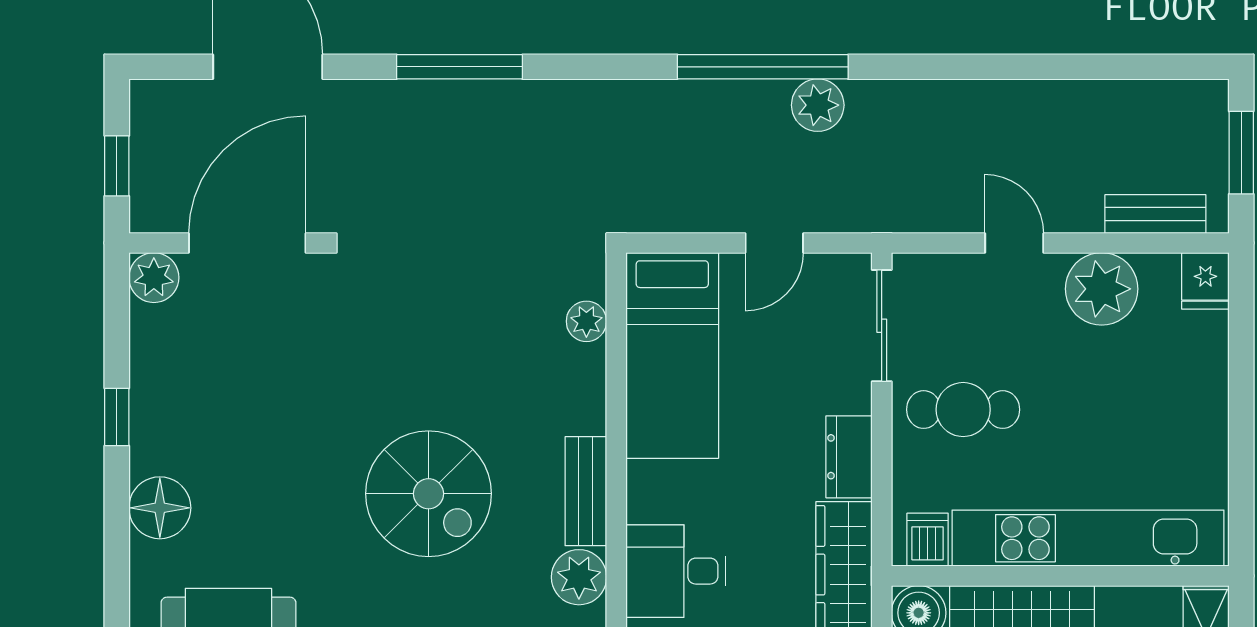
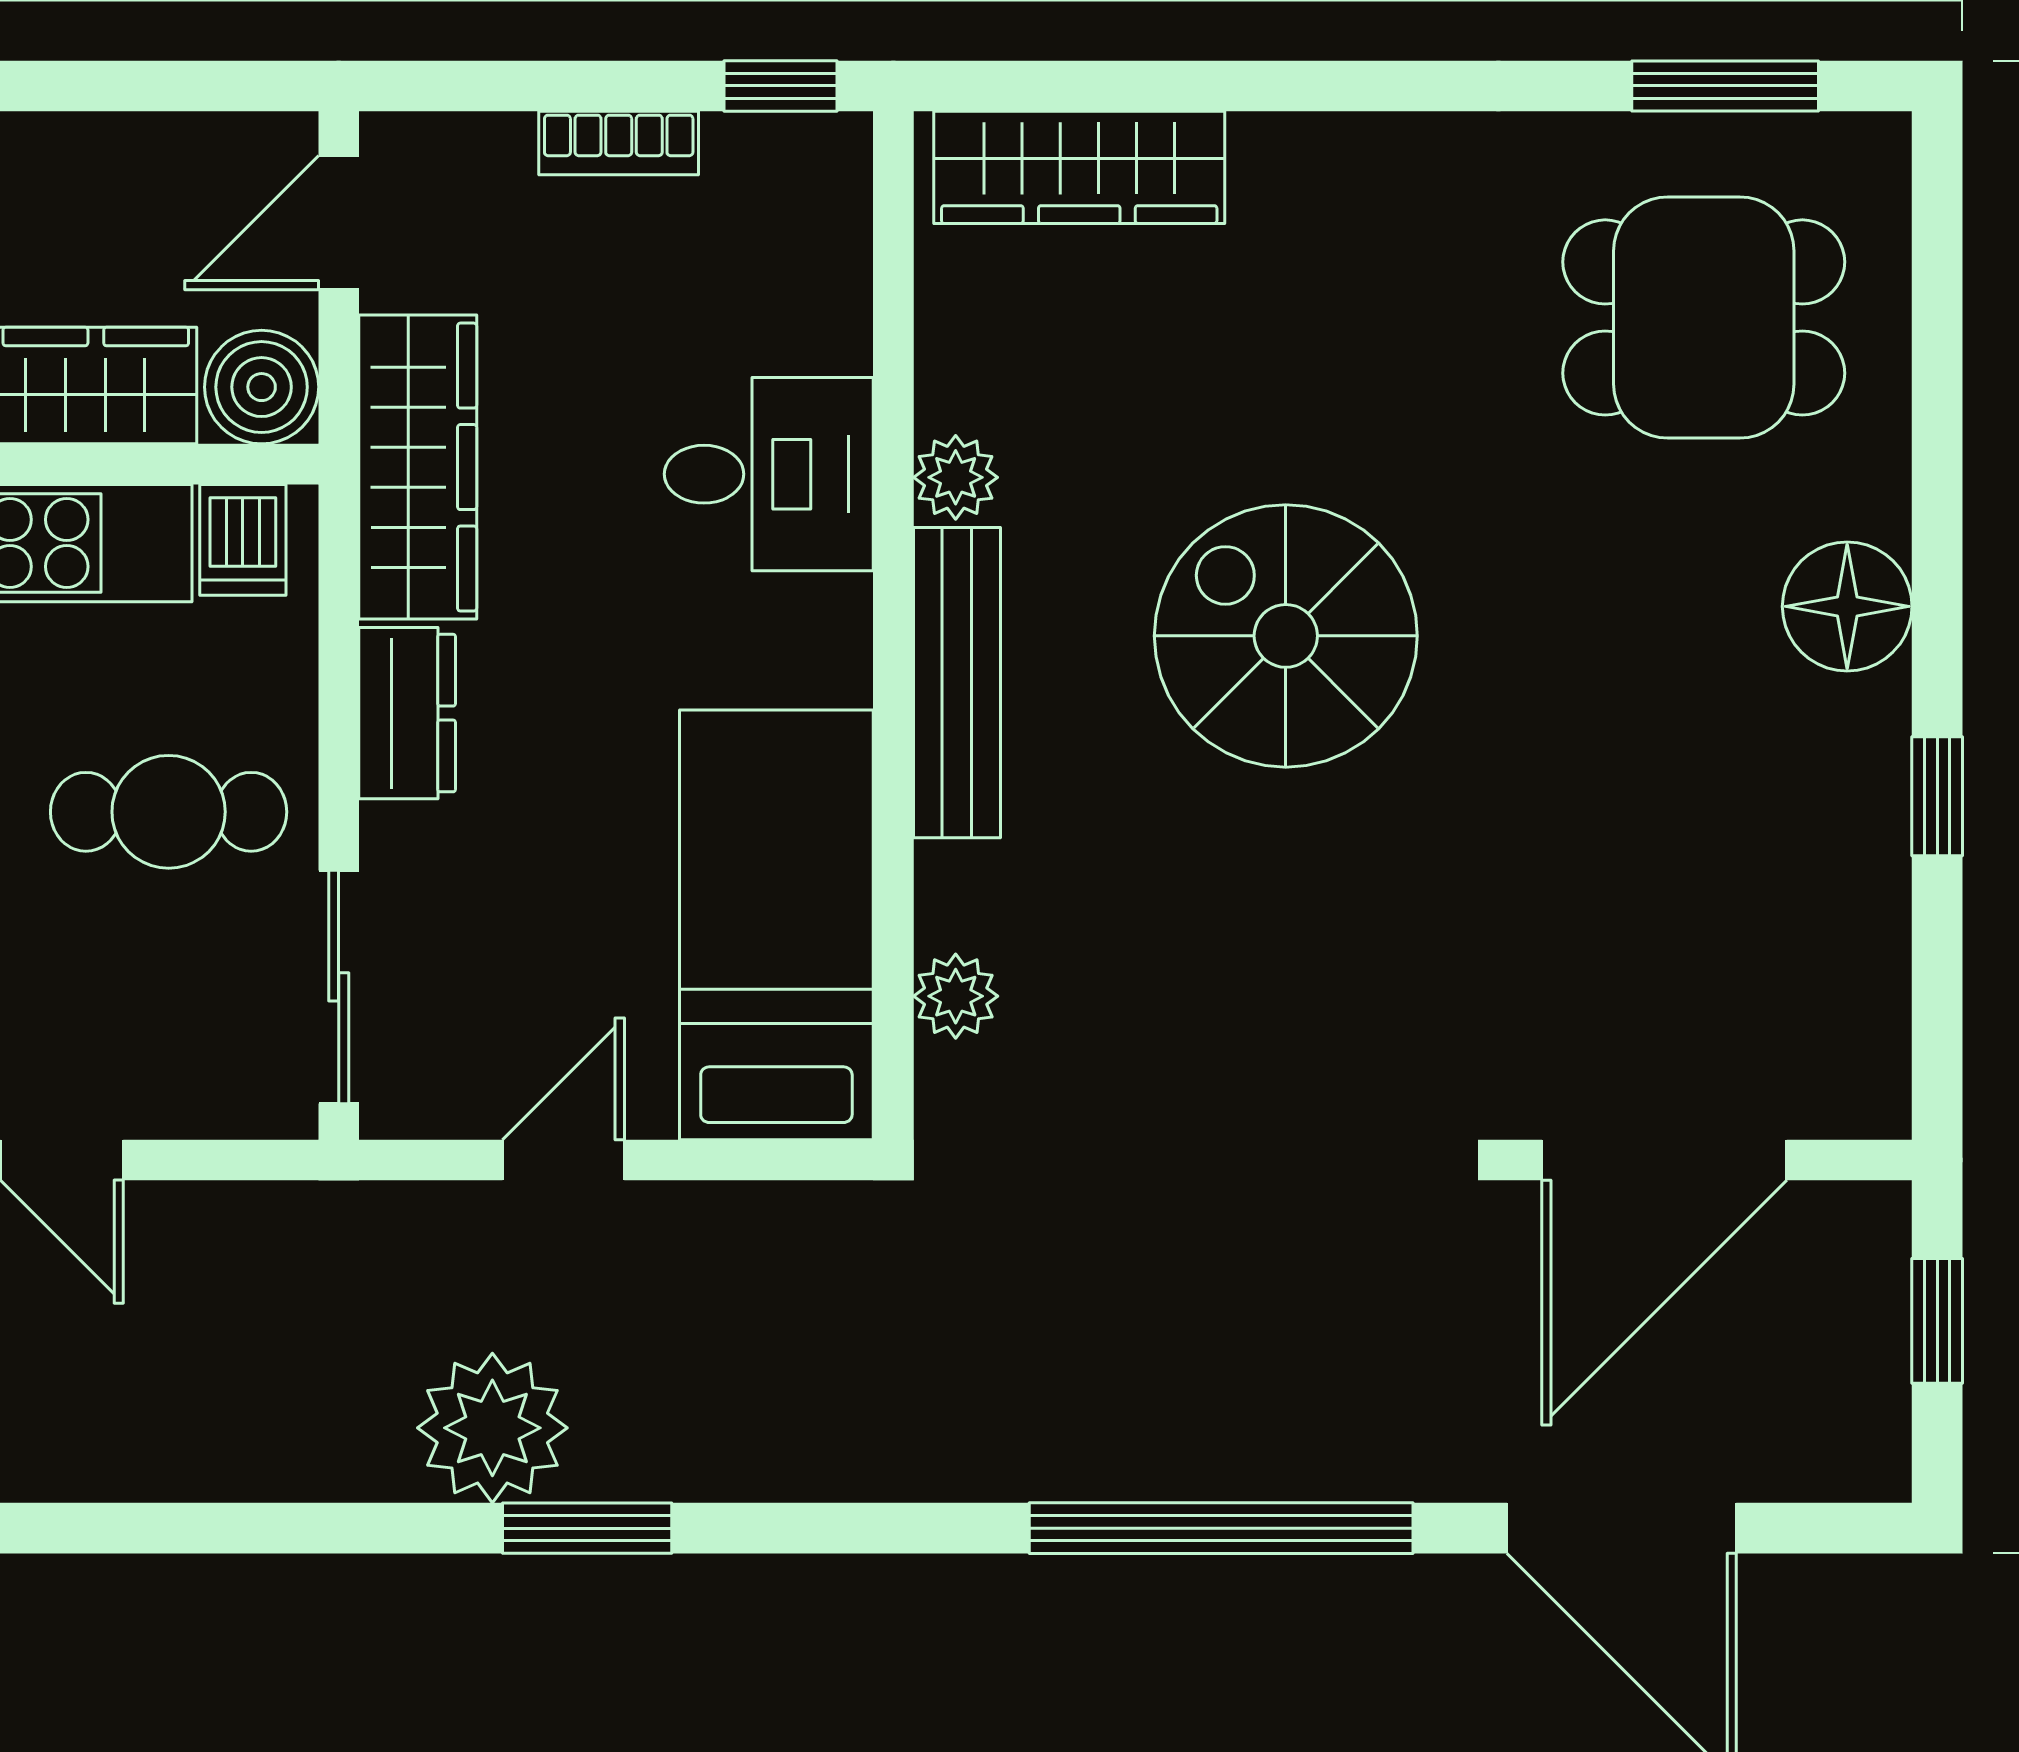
window: (459, 67) -> (1221, 1528), width x1.46
window: (763, 67) -> (587, 1528), width x0.47
plant: (818, 105) -> (492, 1428), width x1.36, depth x1.36
plant: (154, 278) -> (1860, 1088), removed
bench: (586, 491) -> (957, 683), width x1.36
plant: (579, 577) -> (956, 477), width x0.73, depth x0.73

